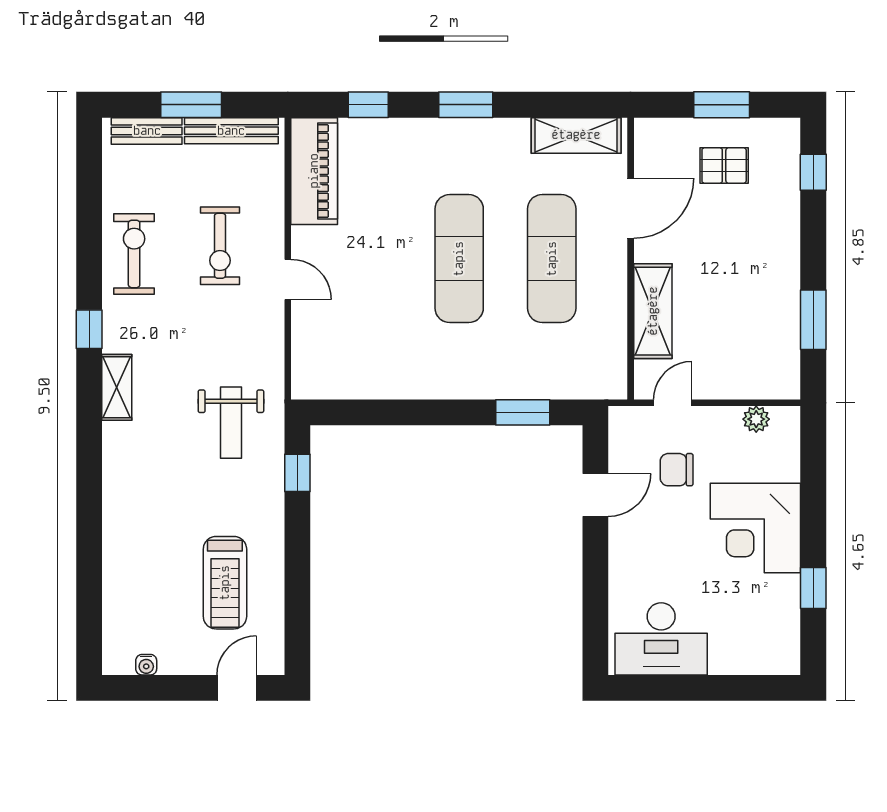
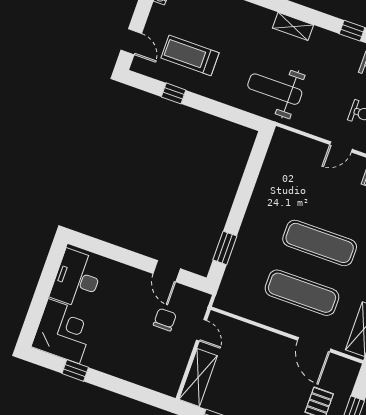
shelving: (653, 311) -> (198, 378), moved, turned 90
shelving: (117, 387) -> (293, 26), moved
plant: (756, 419) -> (177, 372), removed
weight bench: (231, 423) -> (275, 89), width x1.36, depth x1.33
window: (297, 473) -> (174, 93), moved
corner desk: (755, 528) -> (64, 331), moved, turned 90

